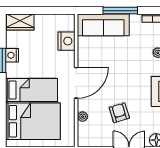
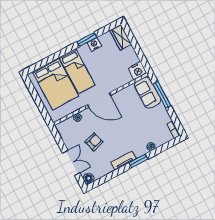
window: (120, 11) -> (162, 95), moved
sofa: (103, 25) -> (148, 93), width x0.73
nightstand: (66, 41) -> (137, 71), moved

